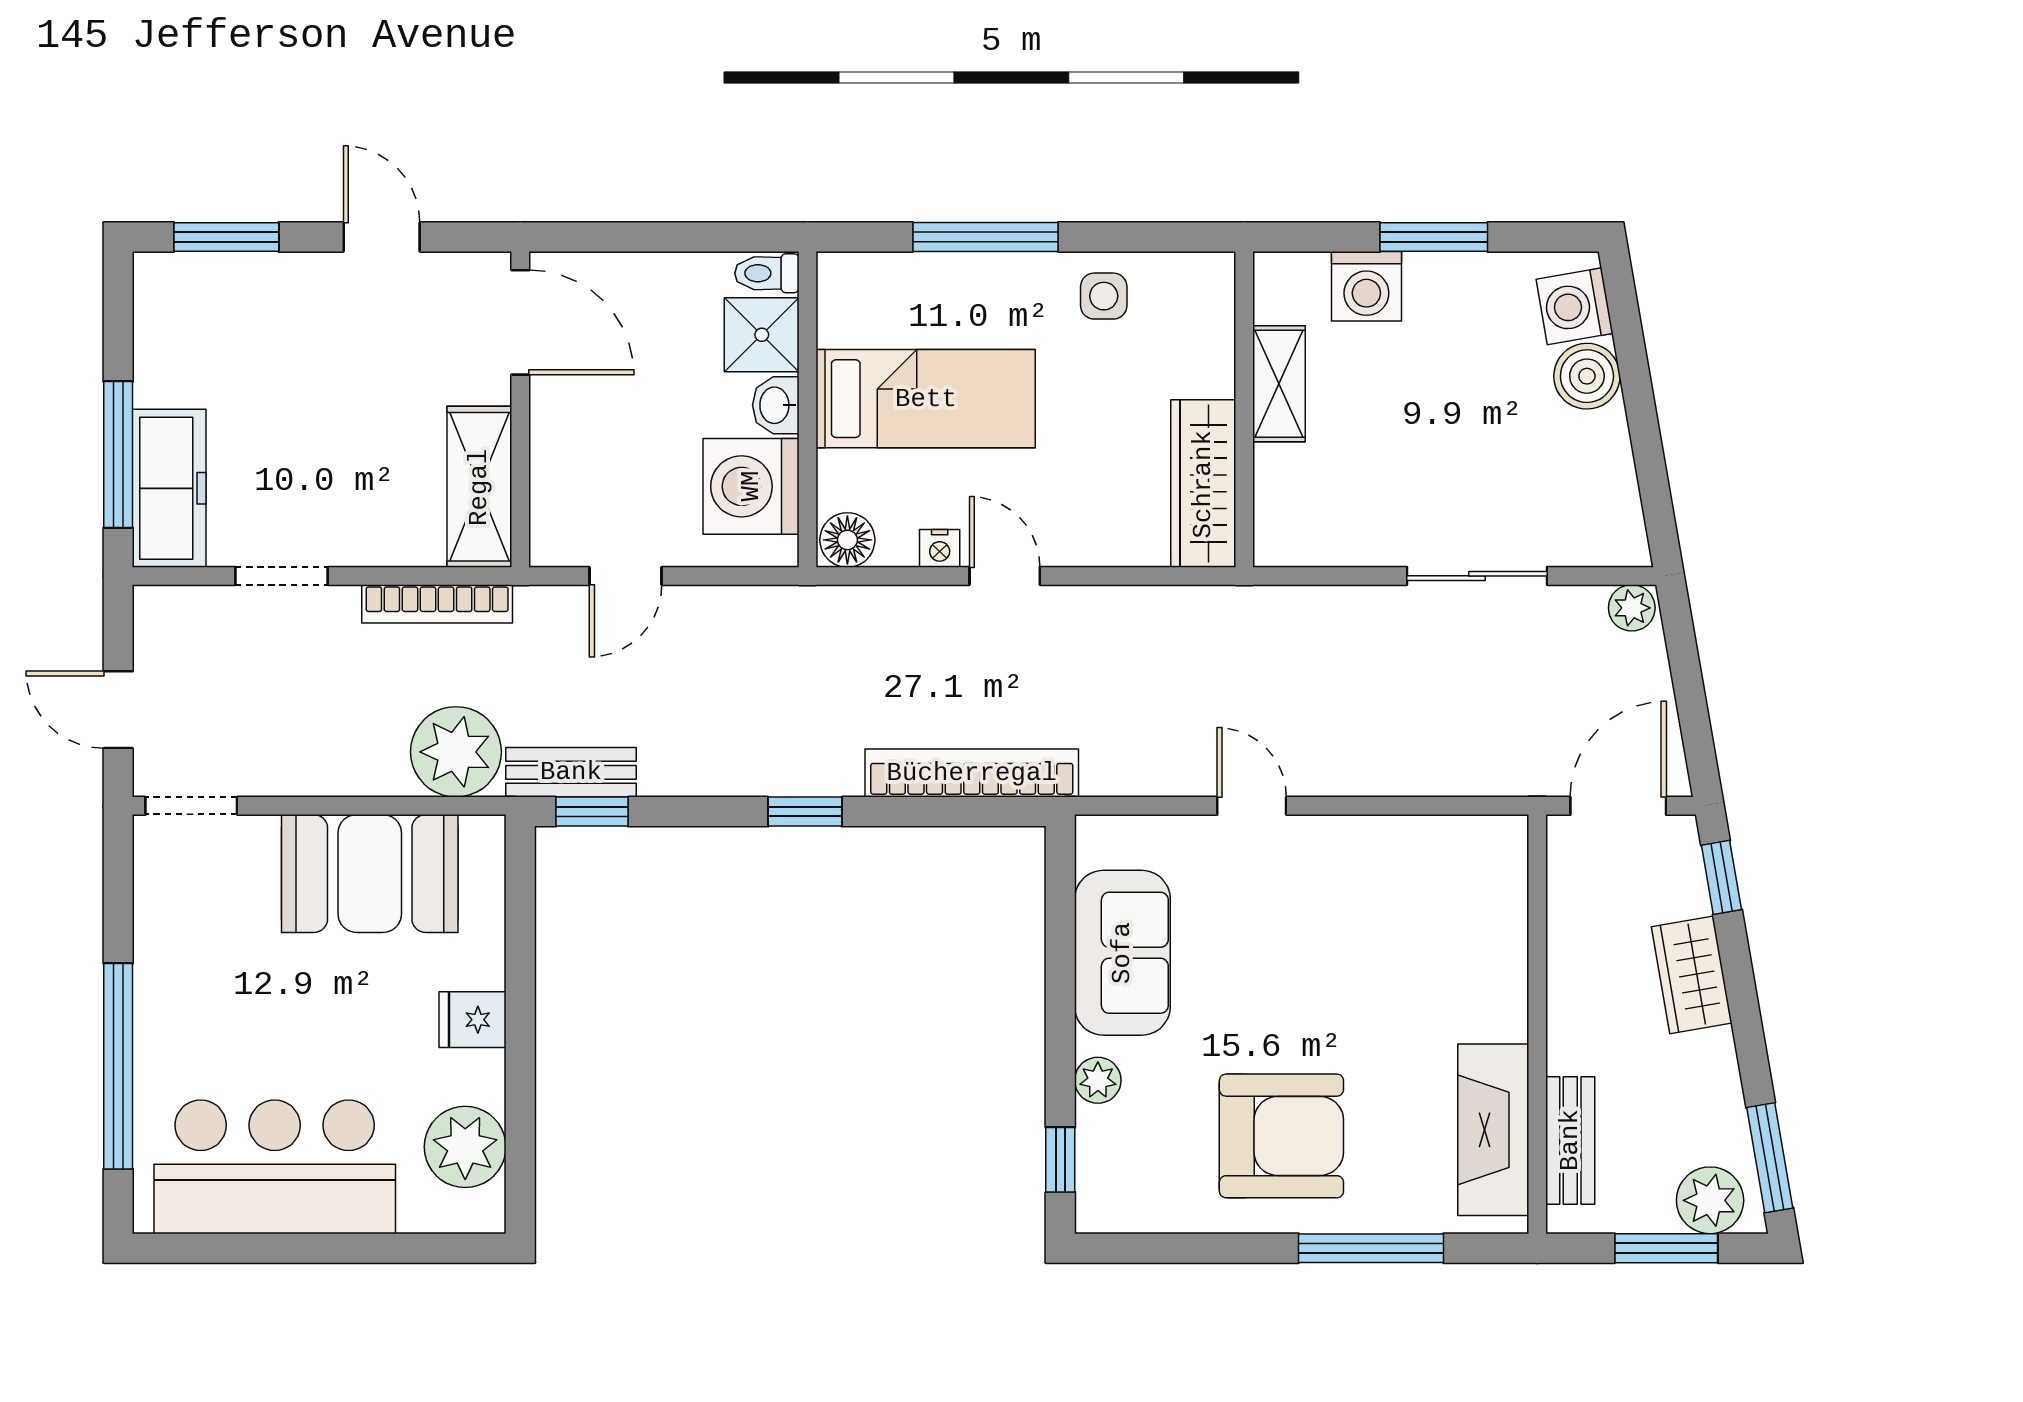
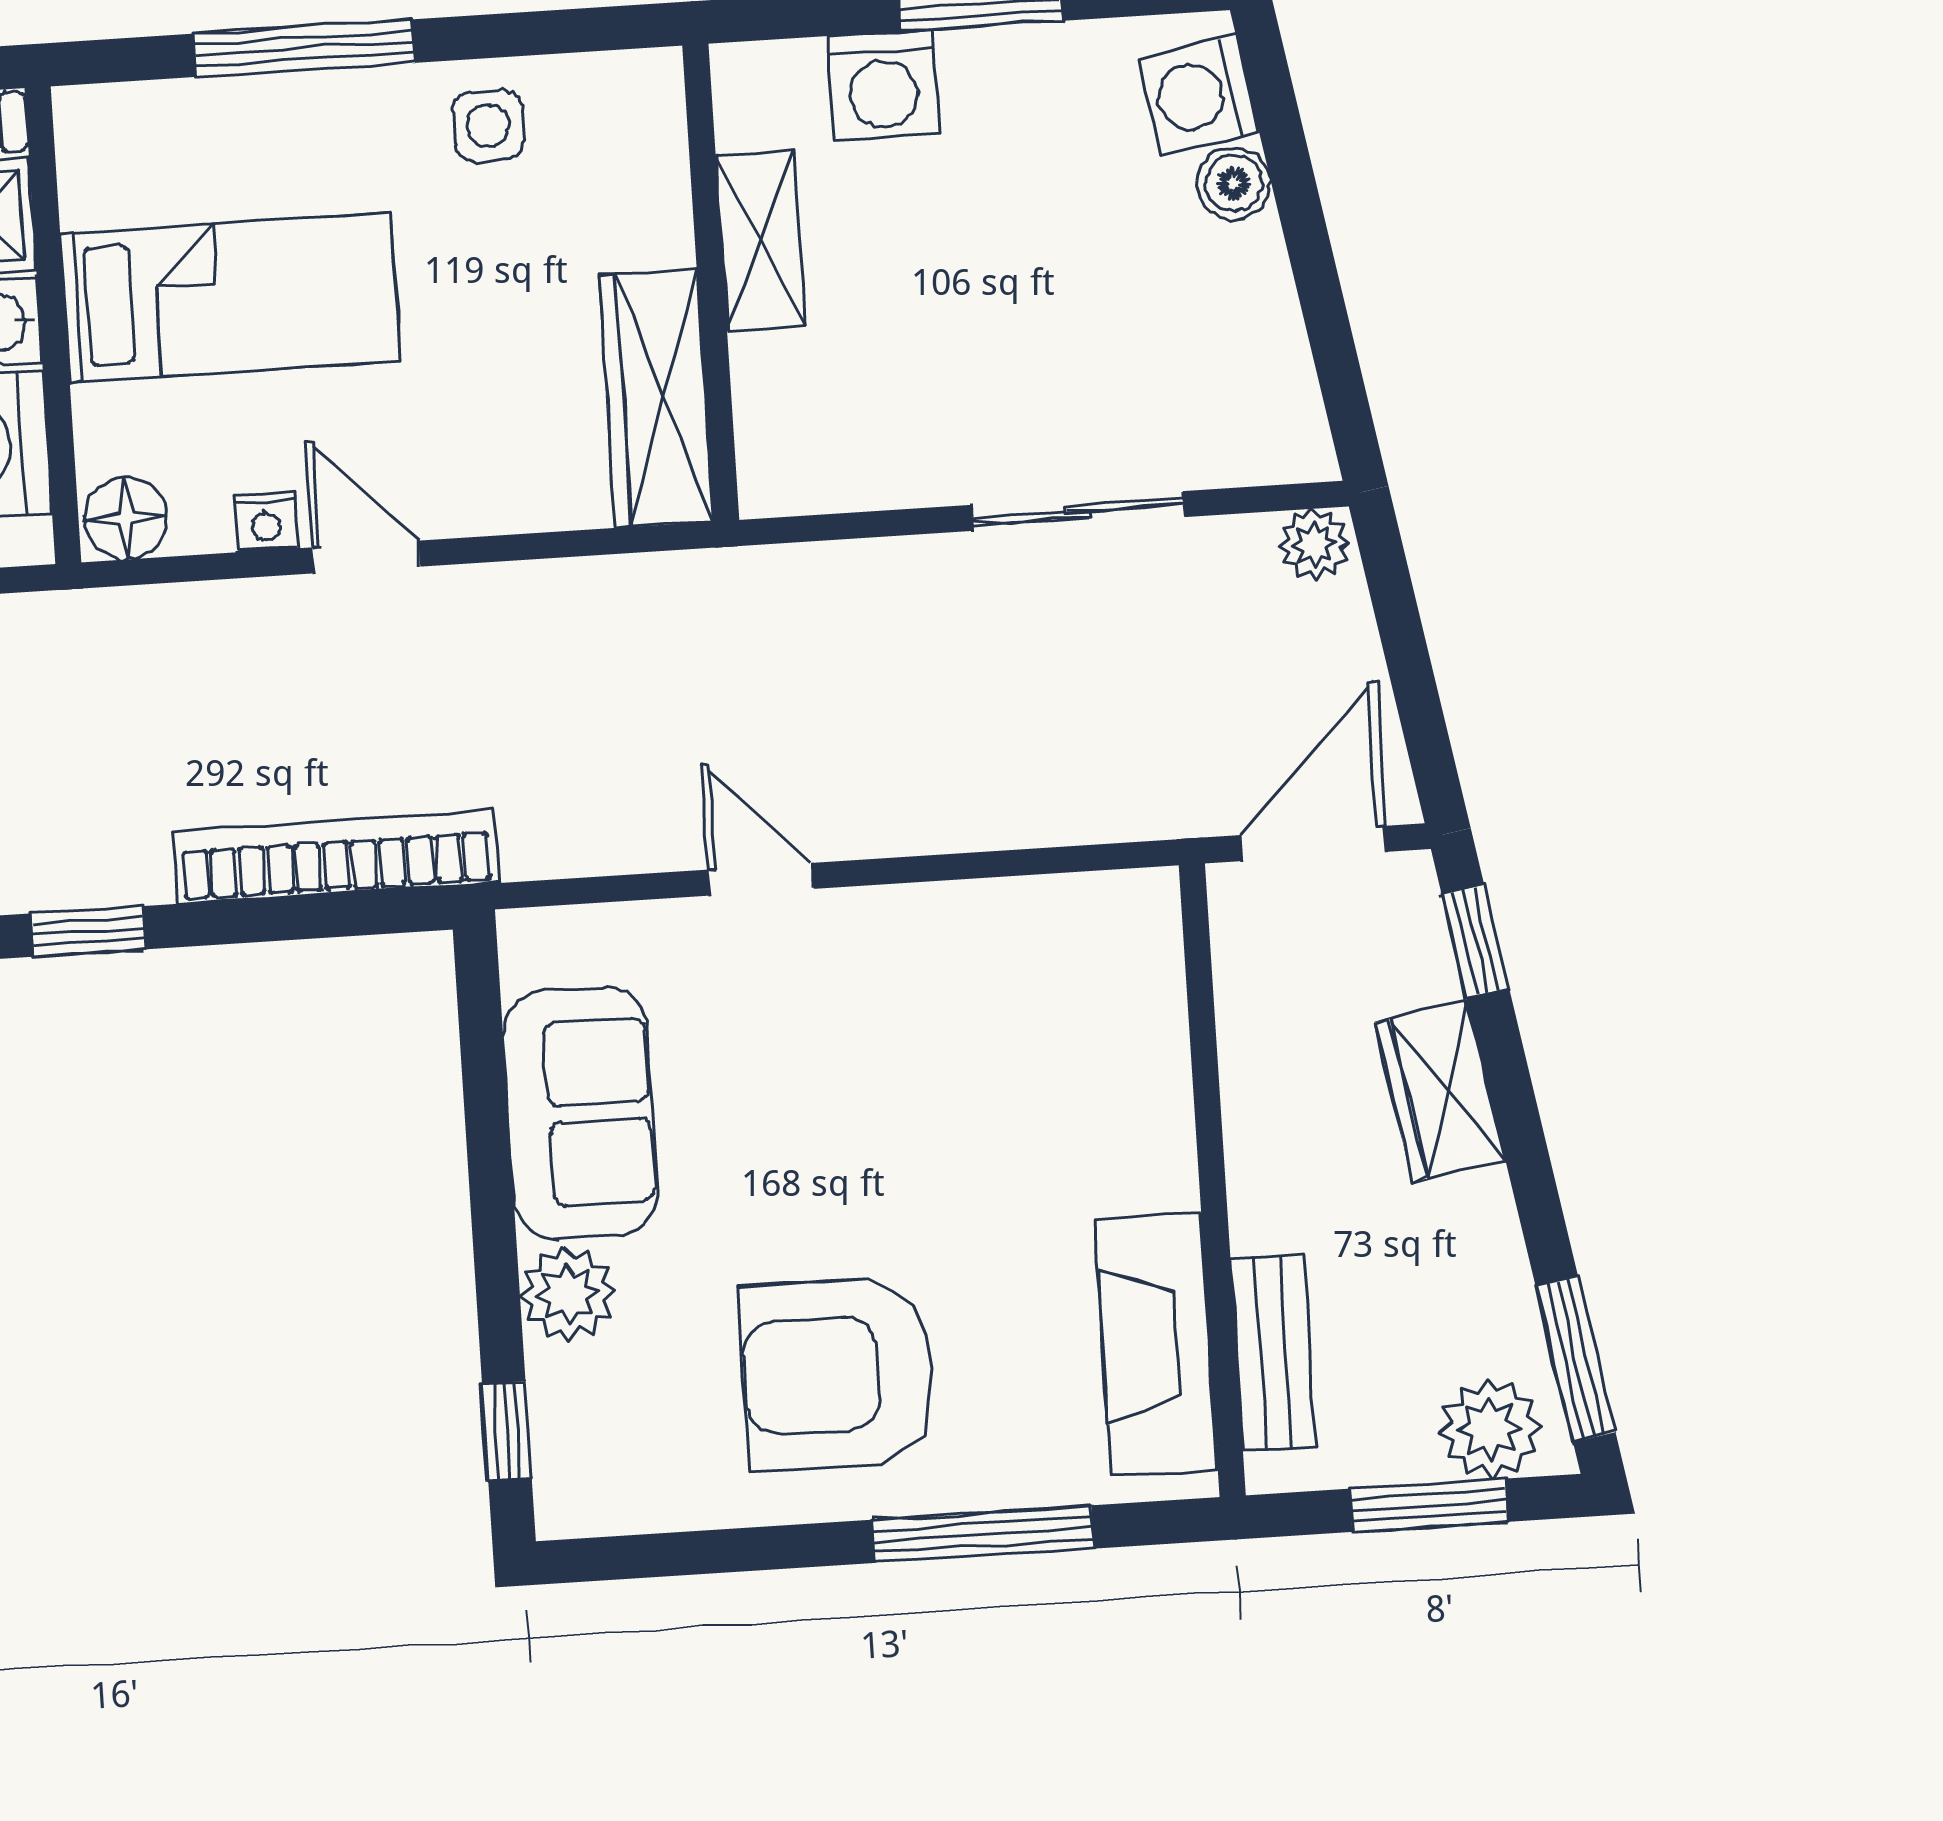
boiler: (1587, 376) -> (1234, 183), width x0.73, depth x0.73
plant: (1098, 1080) -> (568, 1294), width x1.38, depth x1.38
armchair: (1281, 1136) -> (838, 1374), turned 180

